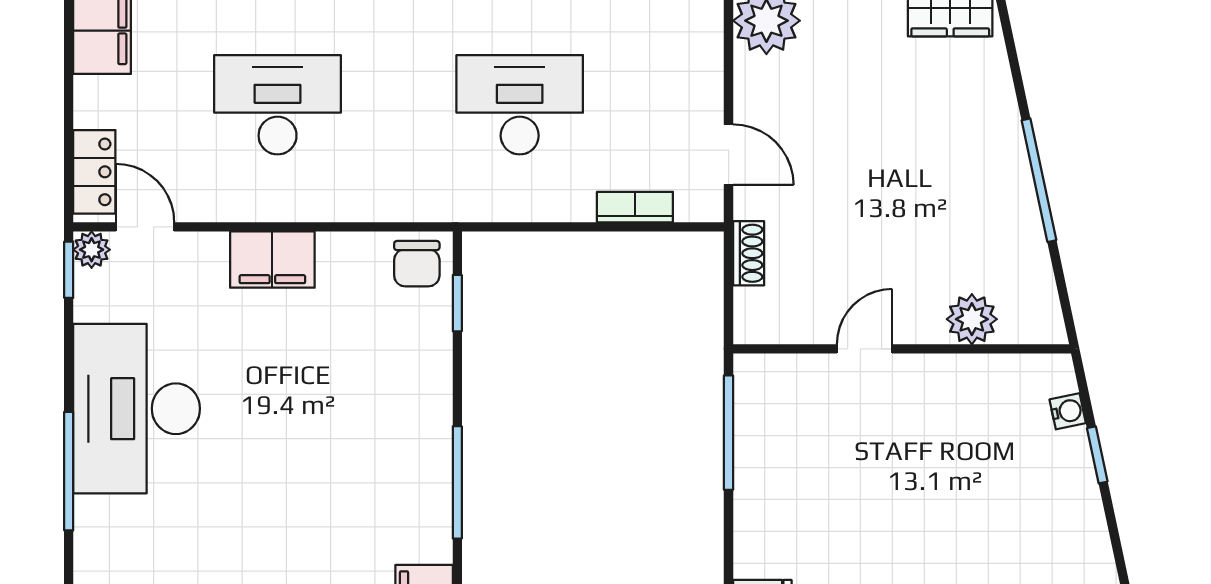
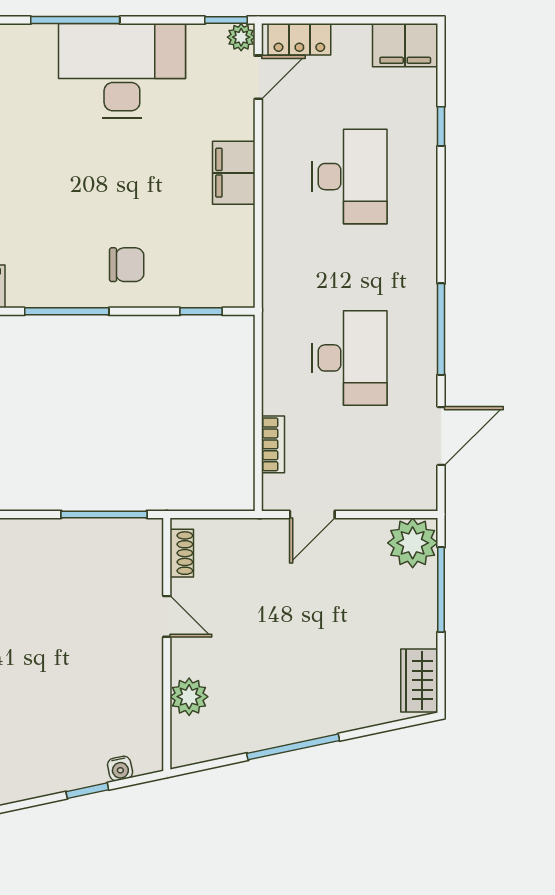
shoe rack: (749, 253) -> (182, 553), moved, turned -90
chair: (417, 264) -> (127, 265), moved, turned 180

